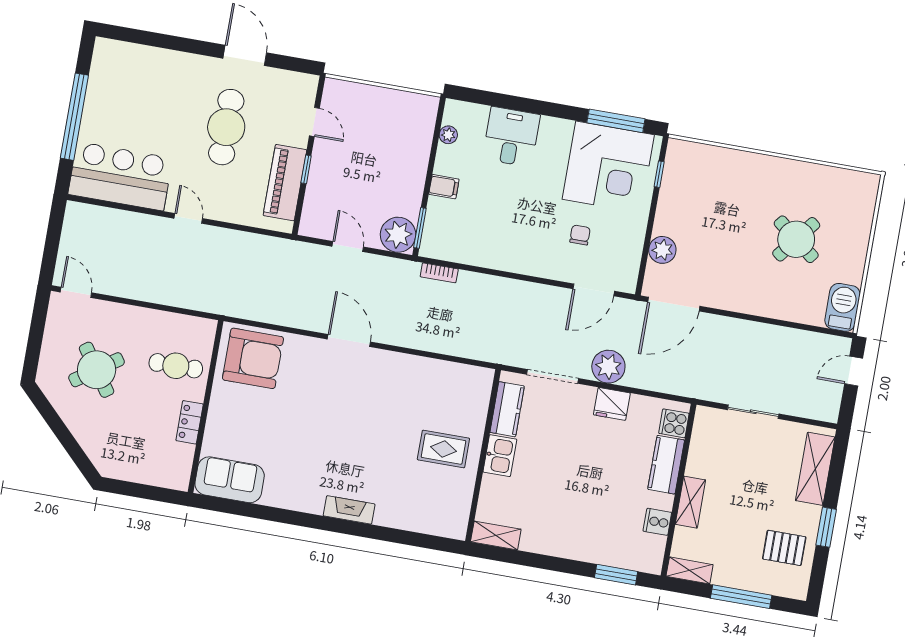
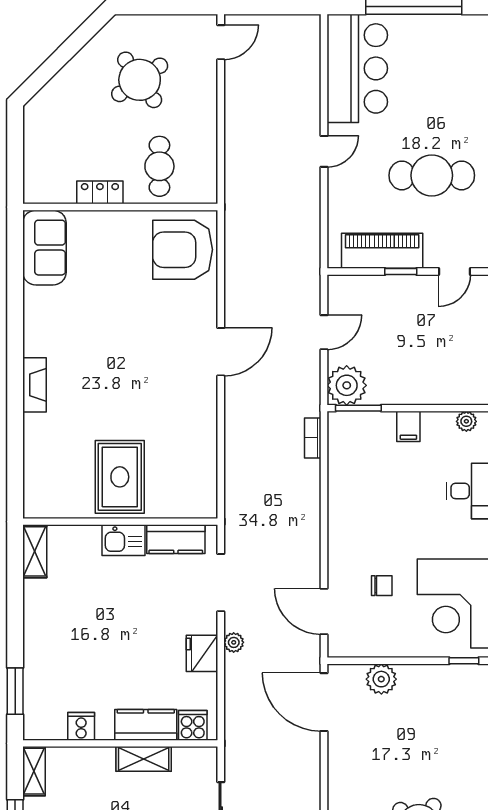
armchair: (253, 358) -> (183, 250), turned 90
plant: (608, 367) -> (234, 642), width x0.53, depth x0.53
rug: (443, 449) -> (120, 477), width x1.36, depth x1.43
shelving: (690, 502) -> (144, 759), moved

